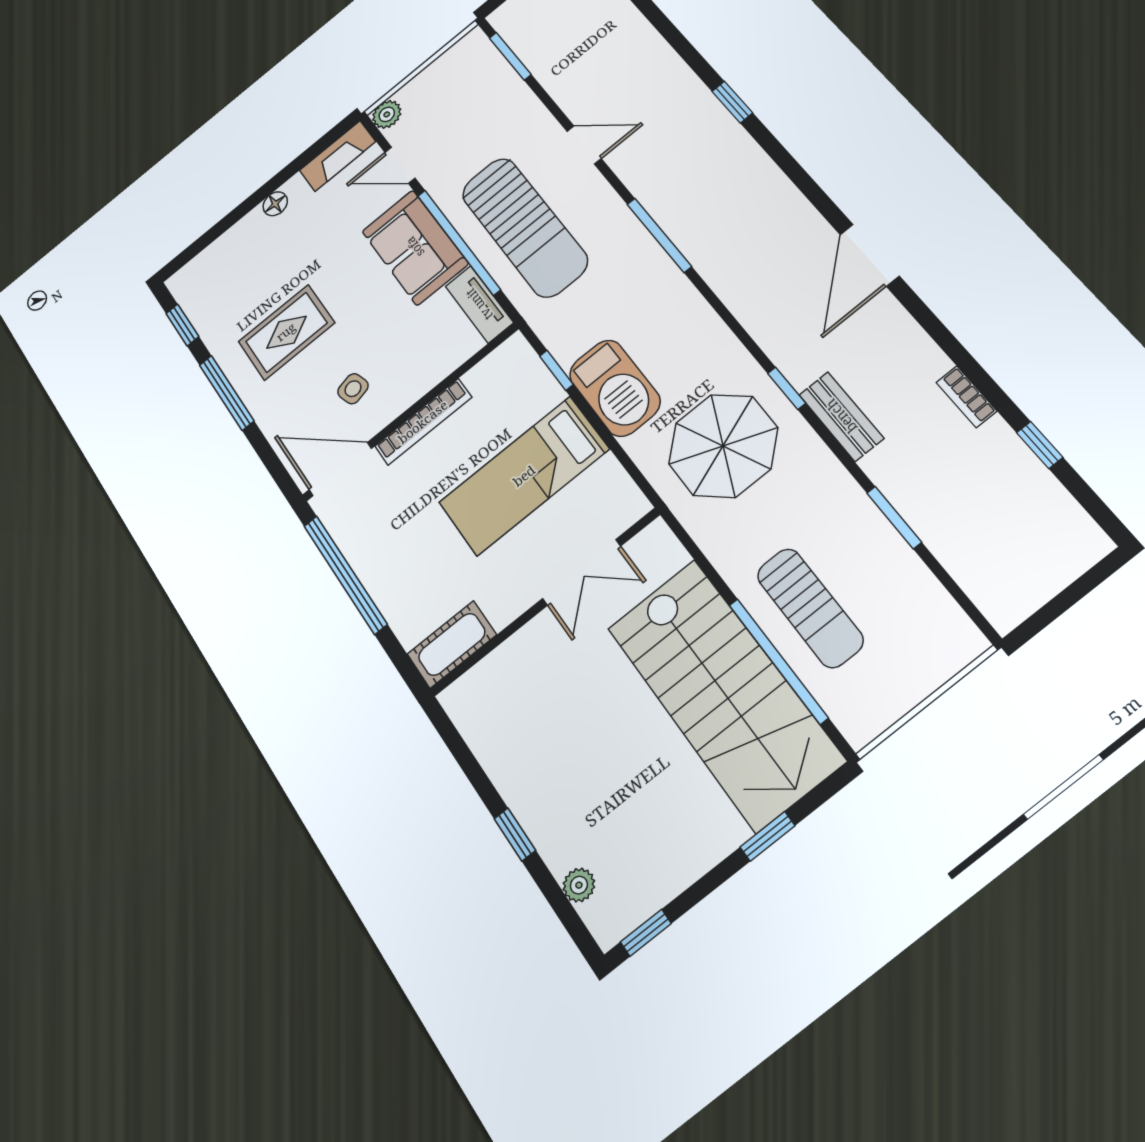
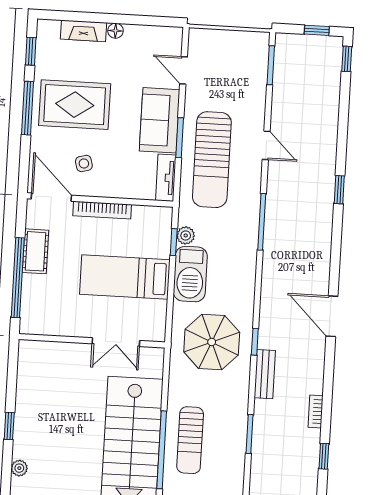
plant: (387, 114) -> (186, 235), moved
fireplace: (338, 156) -> (84, 31), moved
window: (459, 242) -> (180, 138), width x0.47
door: (869, 255) -> (332, 316), hinge flipped
rug: (286, 332) -> (75, 105), width x1.36, depth x1.43
window: (345, 575) -> (18, 278), moved
cot: (452, 644) -> (36, 251), moved, turned 90

